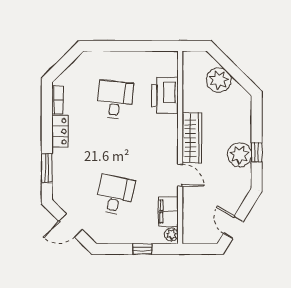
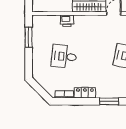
window: (144, 46) -> (29, 37), added
printer: (165, 96) -> (67, 21), width x0.53, depth x0.68

